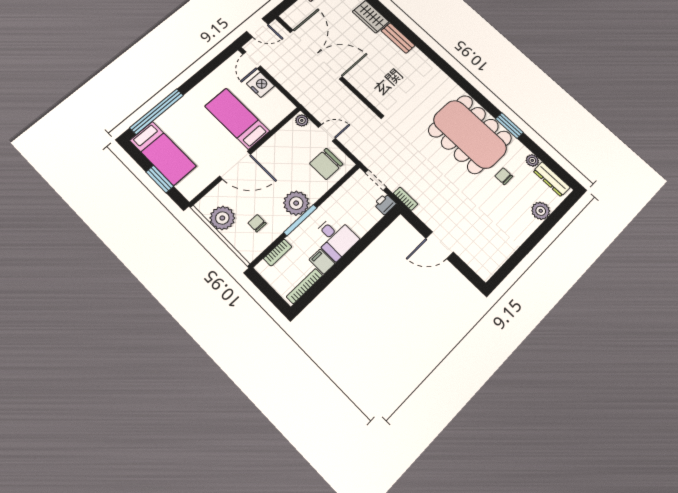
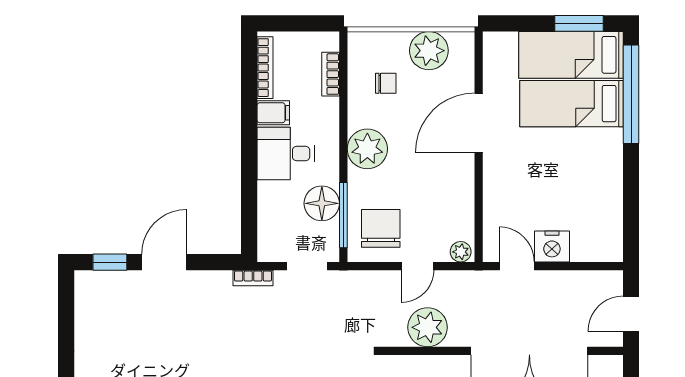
door: (252, 60) -> (517, 266), moved
plant: (349, 105) -> (428, 327), added
bed: (237, 119) -> (571, 104), moved, turned 180
window: (160, 179) -> (579, 23), moved
floor lamp: (341, 200) -> (322, 203), added
printer: (385, 204) -> (270, 248), removed
window: (300, 220) -> (343, 215), moved
window: (465, 270) -> (110, 262), added

